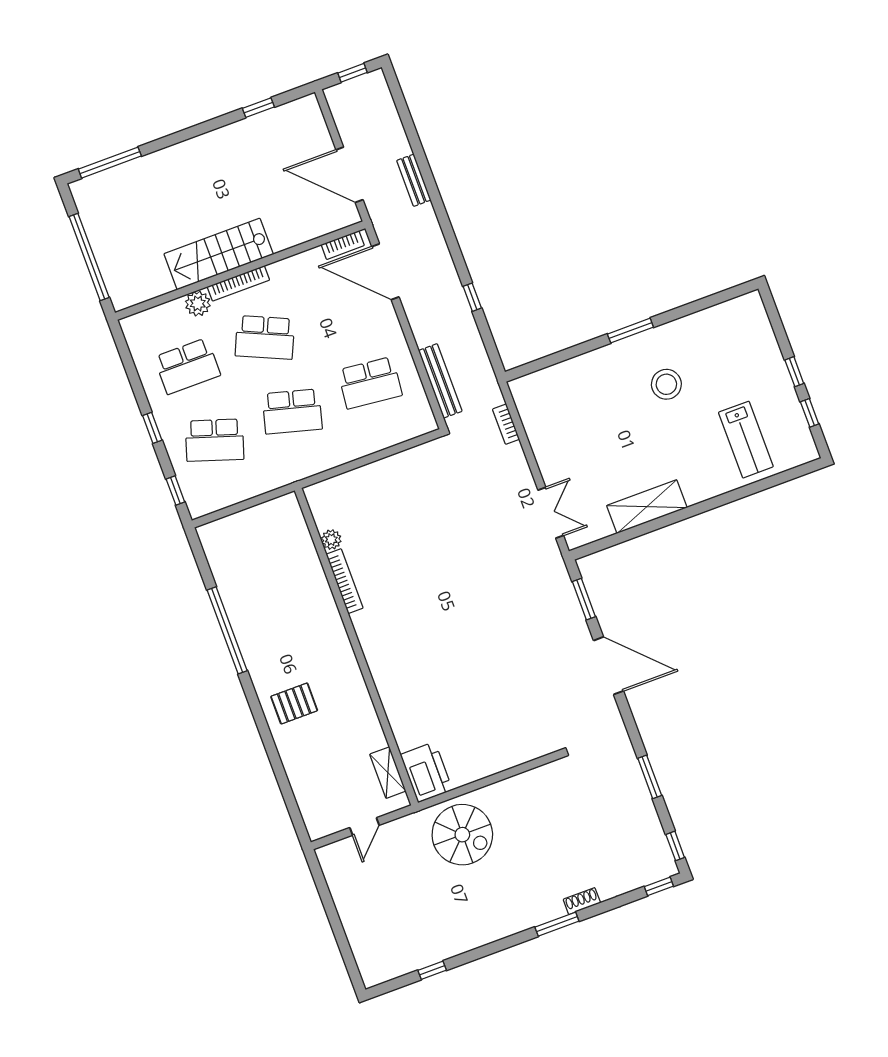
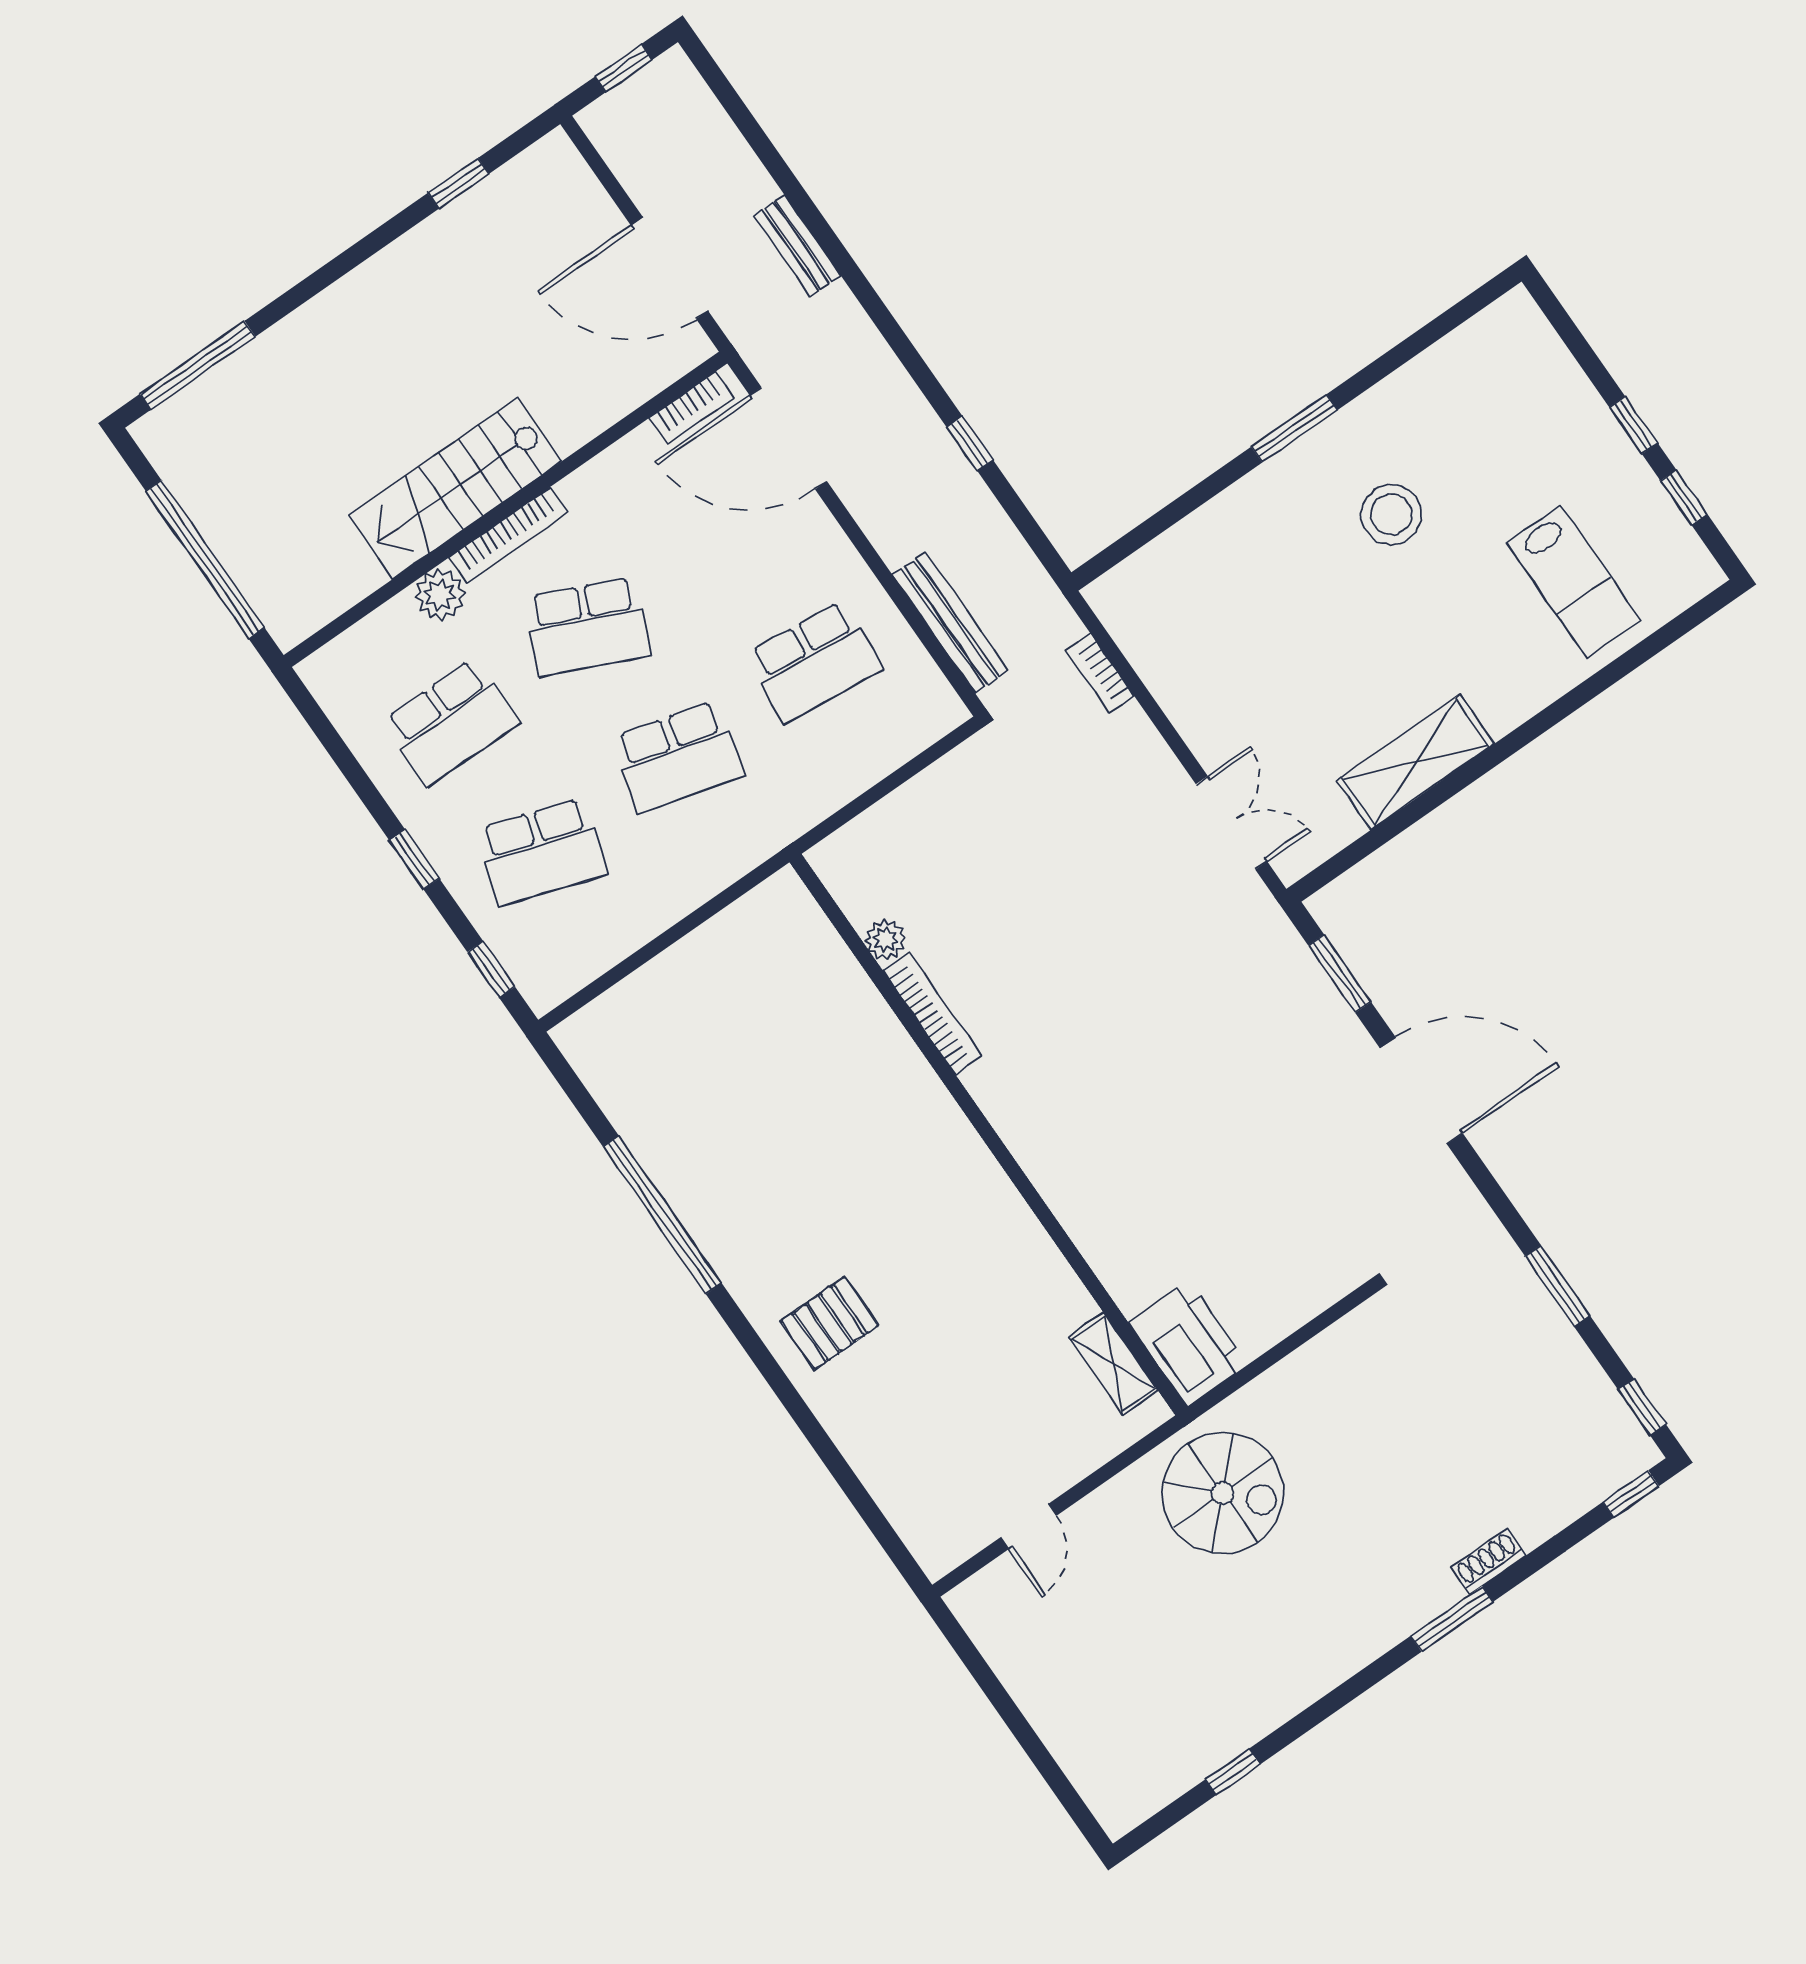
plant: (331, 540) -> (885, 939), moved
bookcase: (345, 581) -> (932, 1013), moved
wall: (356, 647) -> (988, 1135), moved
printer: (426, 772) -> (1188, 1343), moved
shelving: (388, 773) -> (1113, 1364), moved

